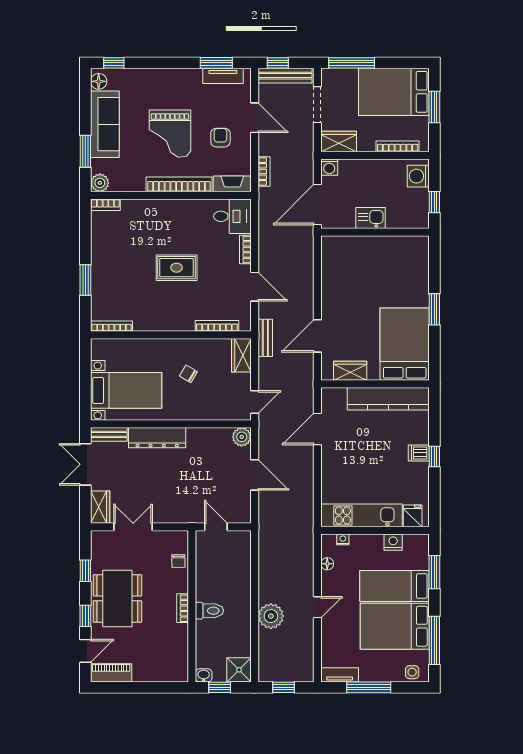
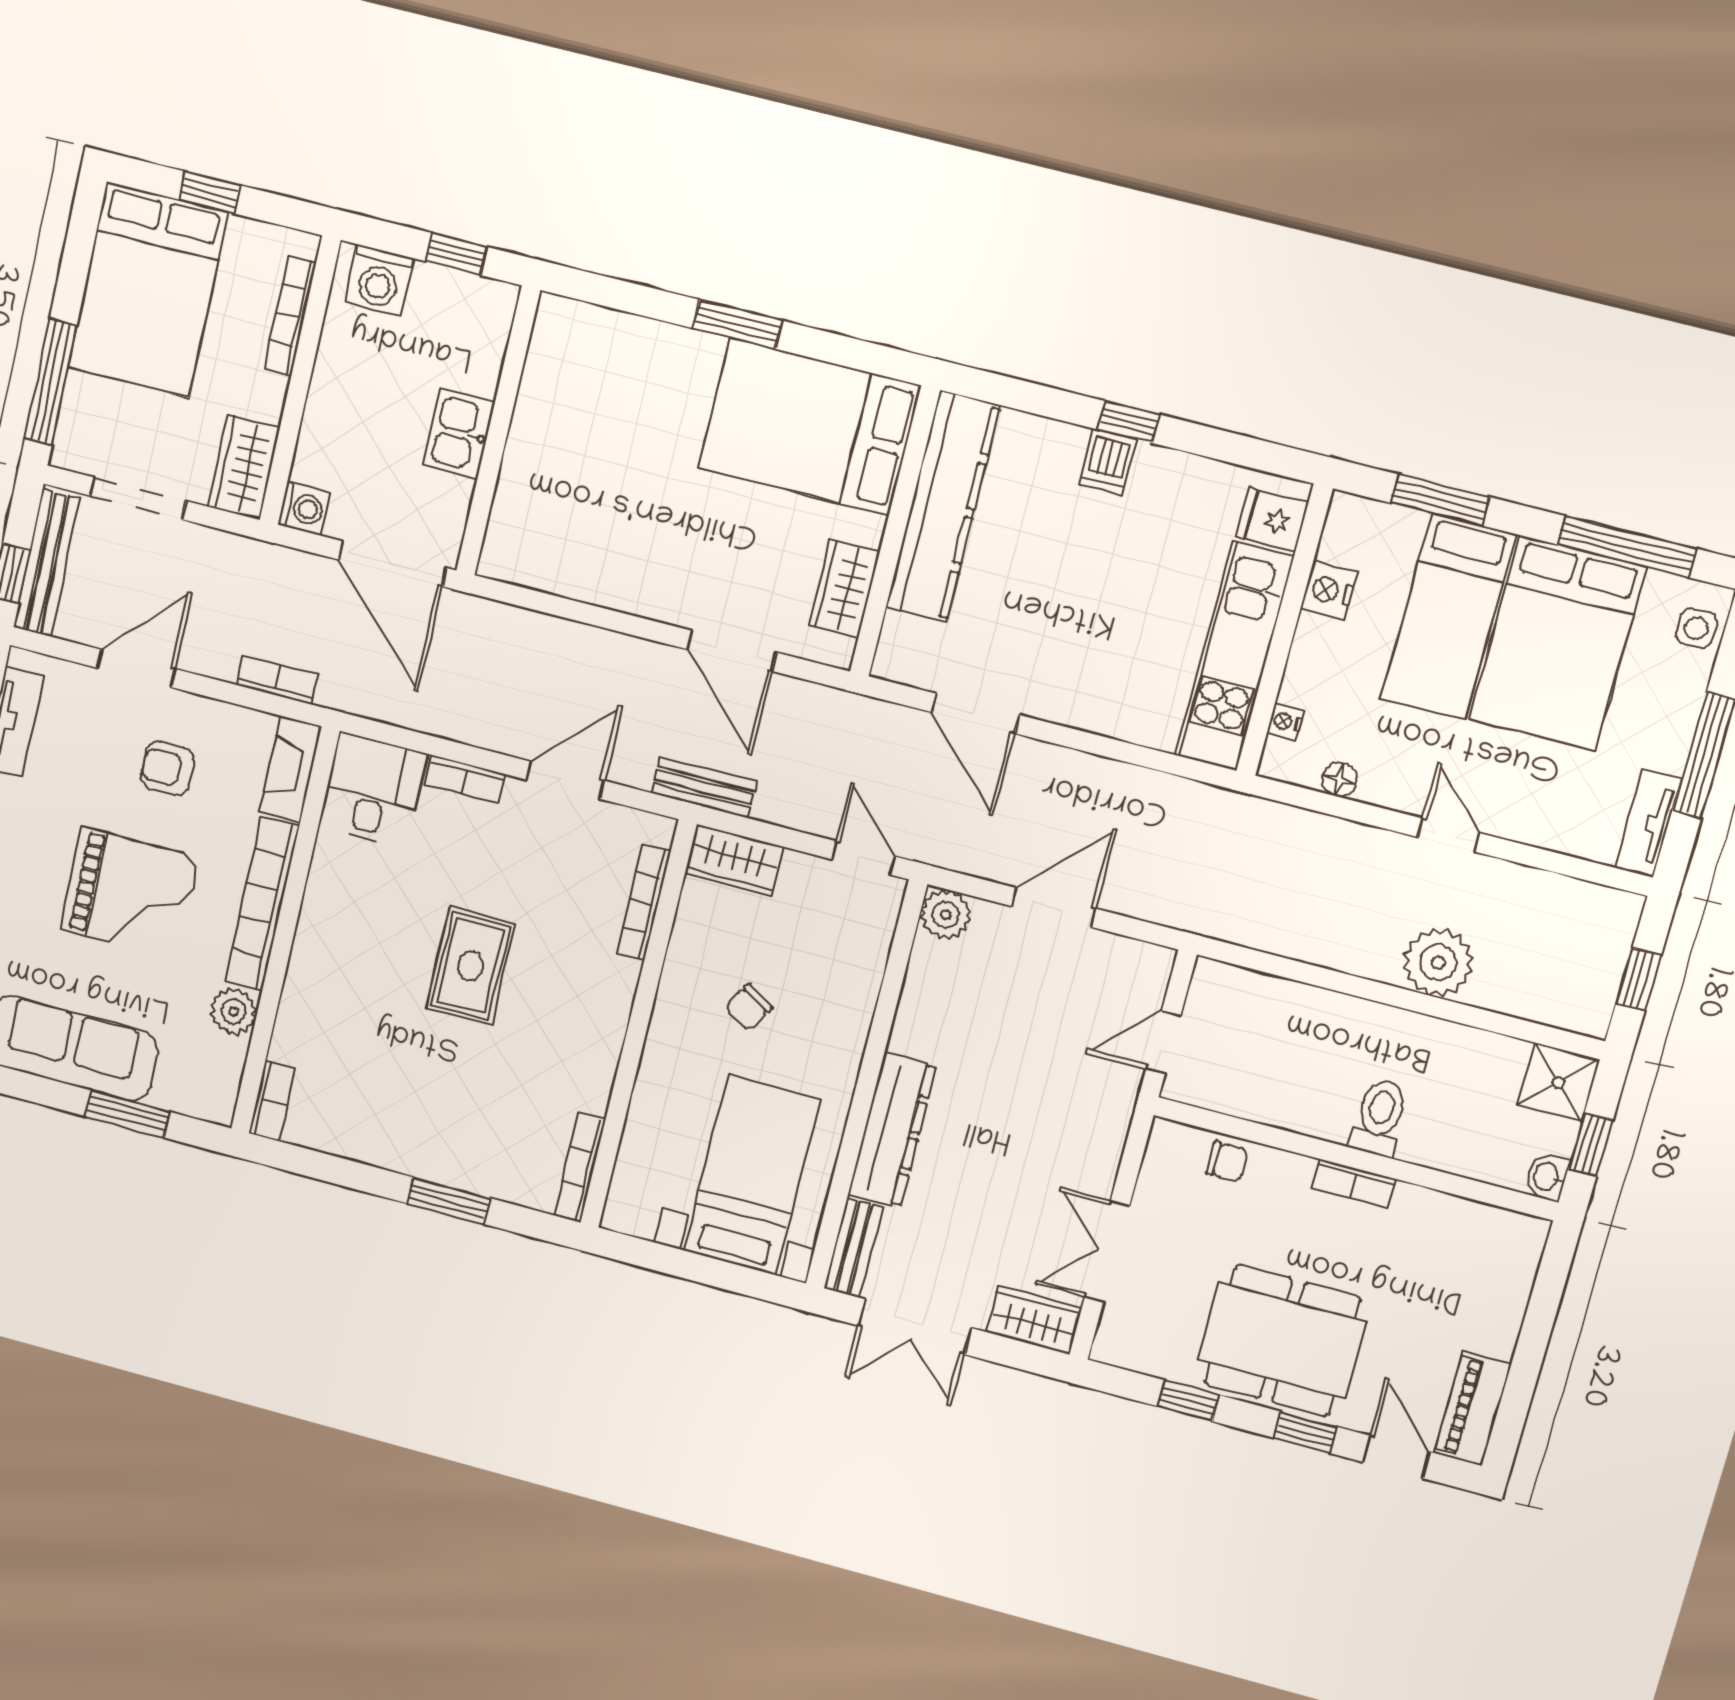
window: (434, 107) -> (210, 192), width x0.67
plant: (100, 183) -> (234, 1011), moved

